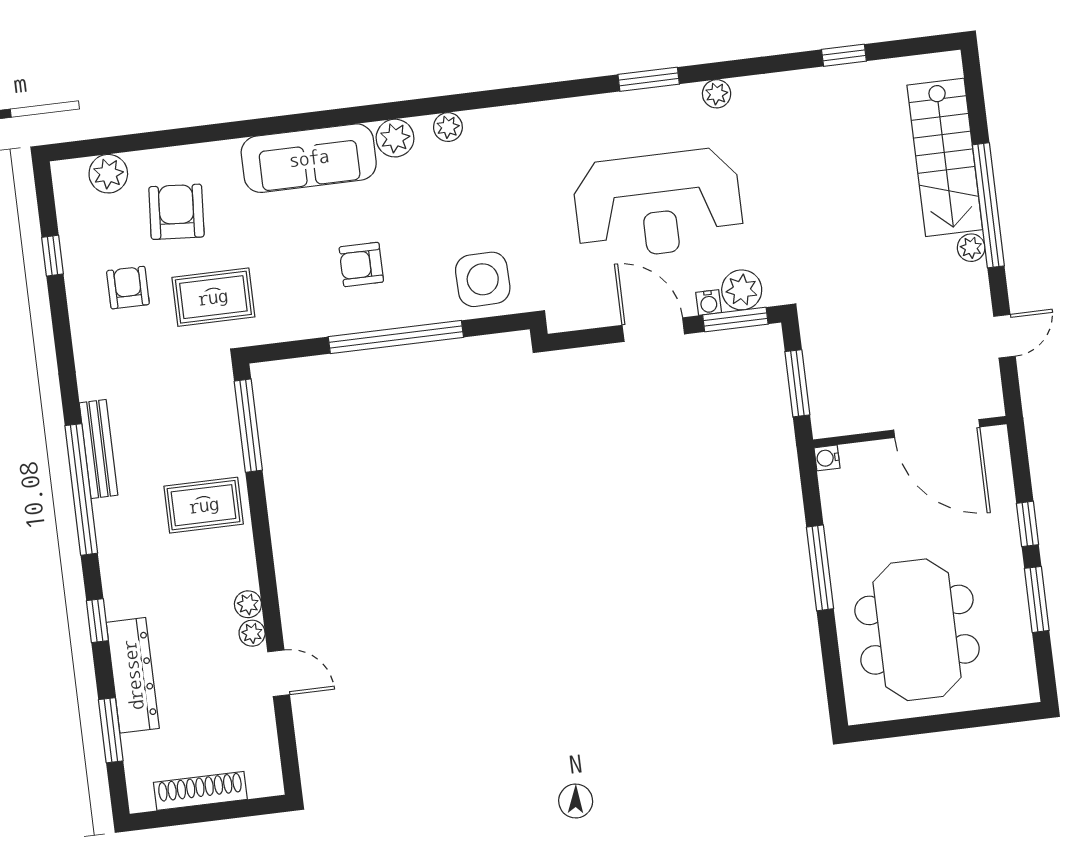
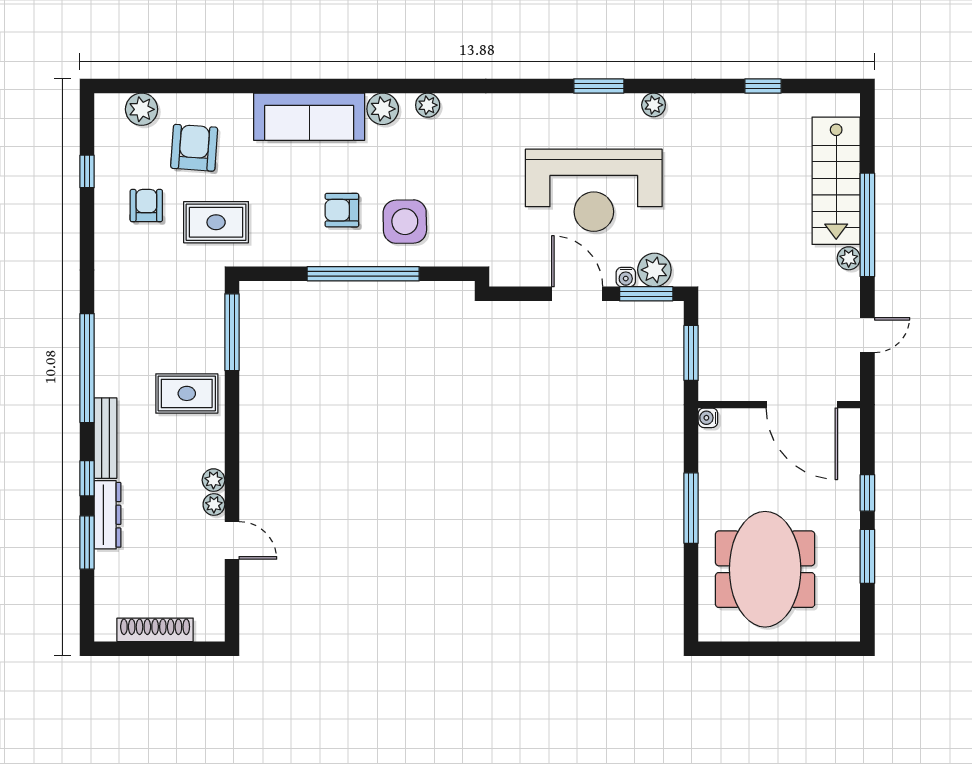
side table: (483, 279) -> (405, 222), moved
bench: (99, 449) -> (105, 438), moved
dresser: (133, 675) -> (108, 515), width x0.73, depth x0.80
window: (111, 730) -> (87, 542), moved

